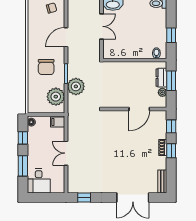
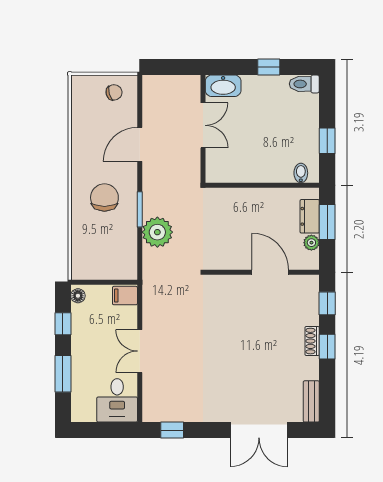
chair: (46, 67) -> (104, 198), turned 180
plant: (56, 97) -> (122, 250), removed
door: (139, 109) -> (270, 272), swing flipped
desk: (39, 181) -> (117, 400), moved

